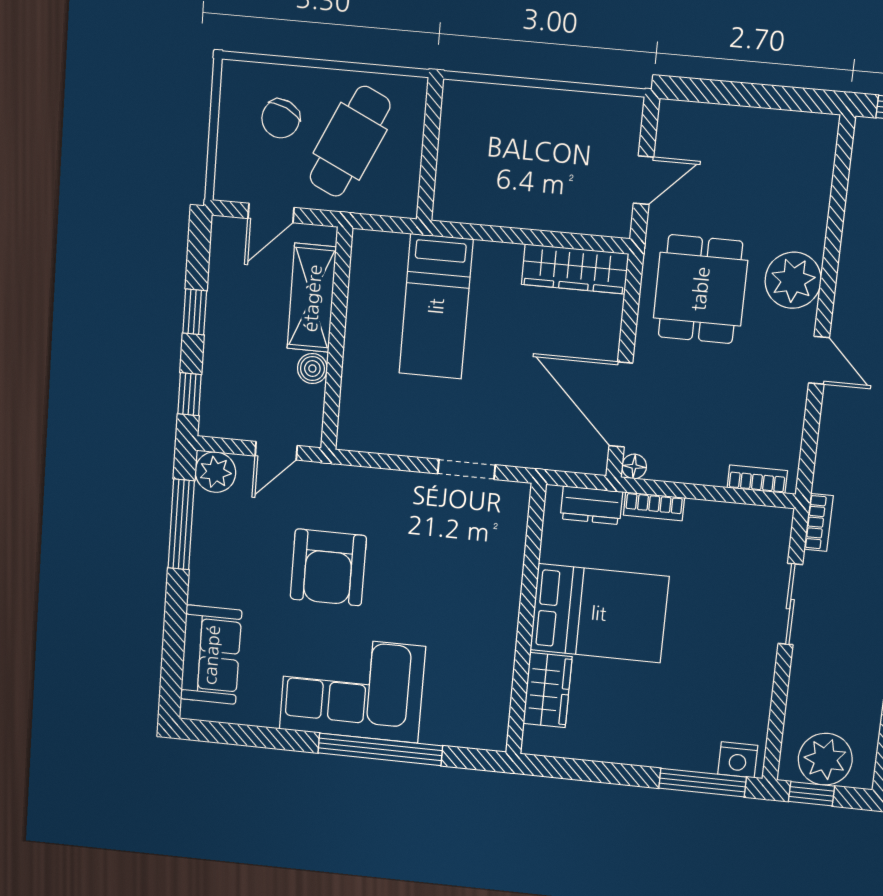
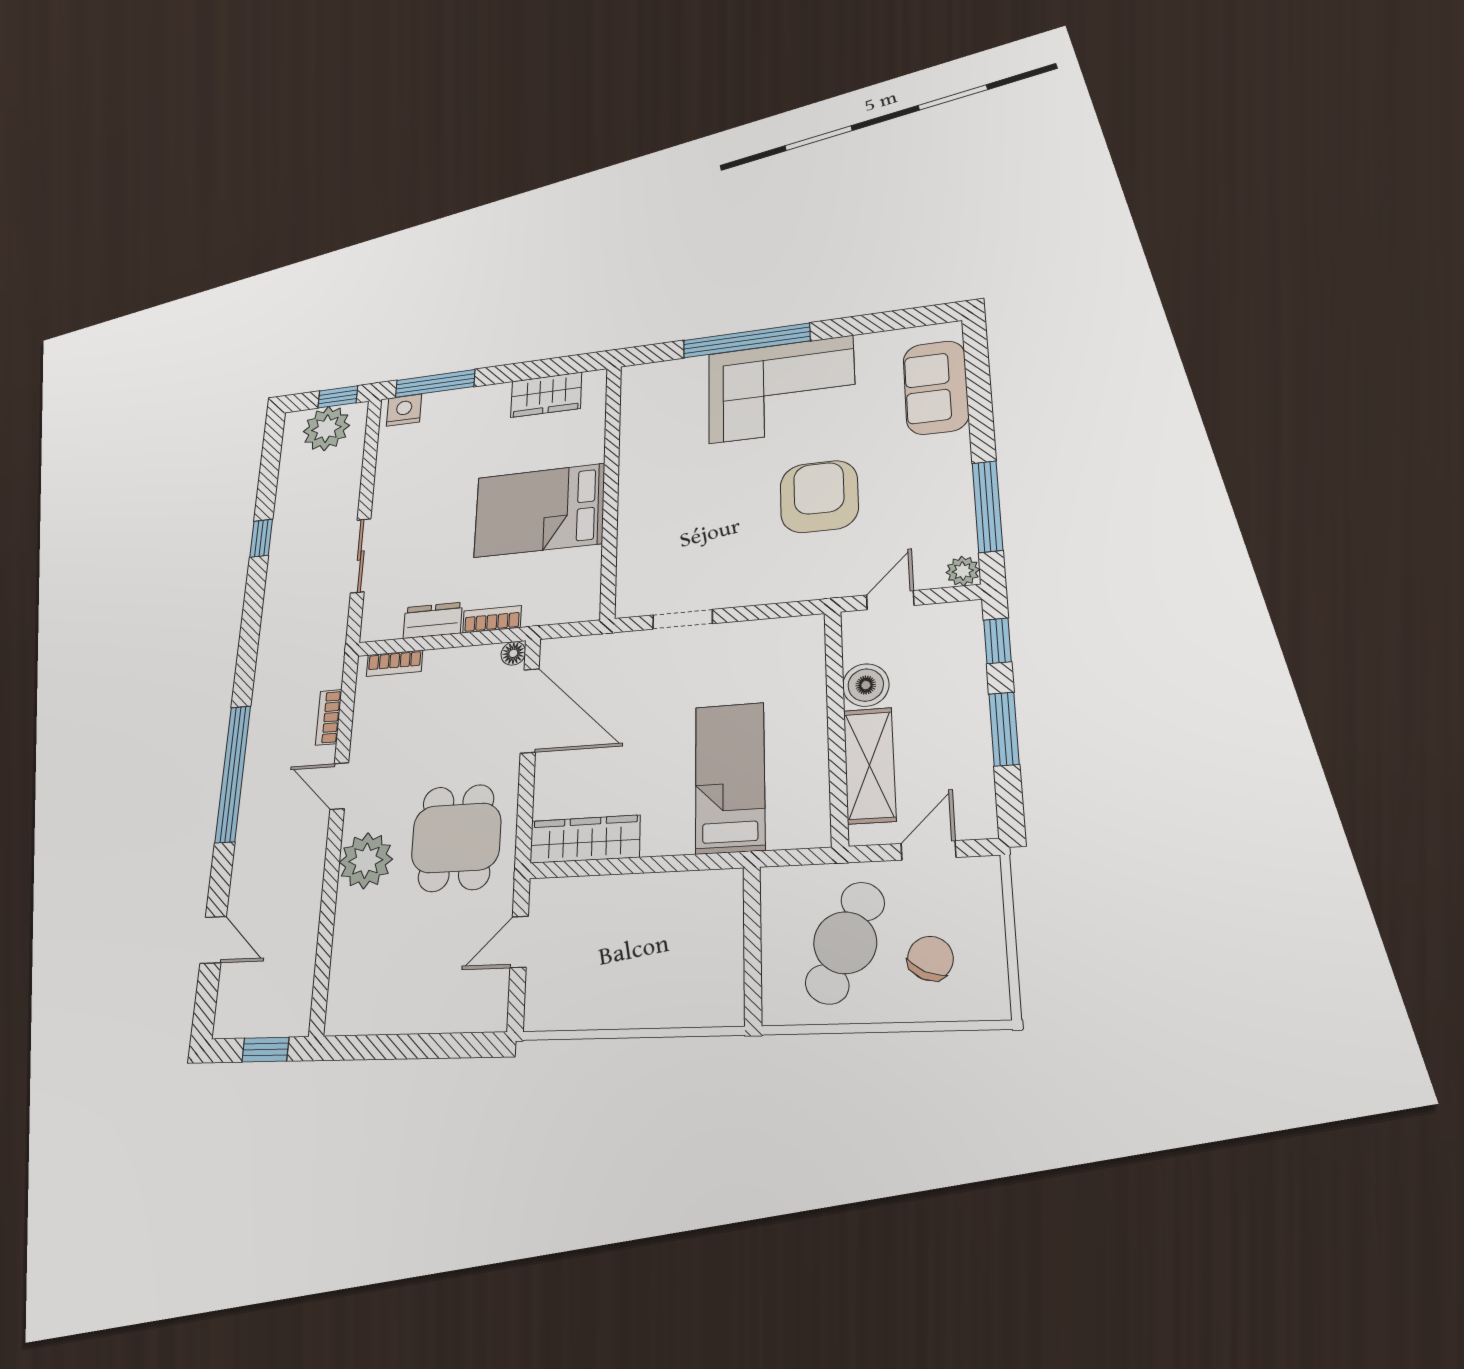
window: (195, 312) -> (1004, 729), width x1.50
boiler: (312, 369) -> (866, 685), width x1.36, depth x1.36
plant: (215, 472) -> (963, 571), width x0.73, depth x0.73
dresser: (591, 505) -> (433, 620), moved
bookcase: (819, 522) -> (329, 717), moved
wardrobe: (548, 690) -> (546, 395), moved, turned -90

